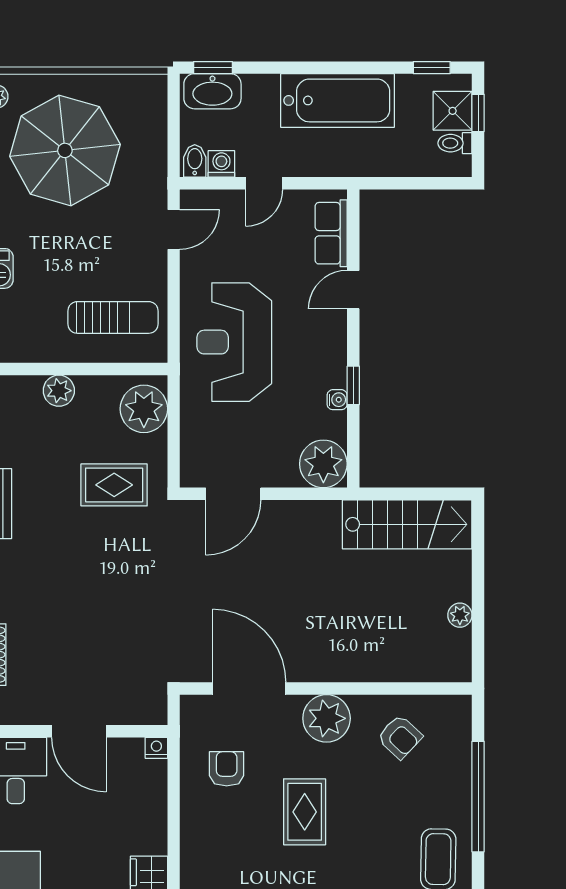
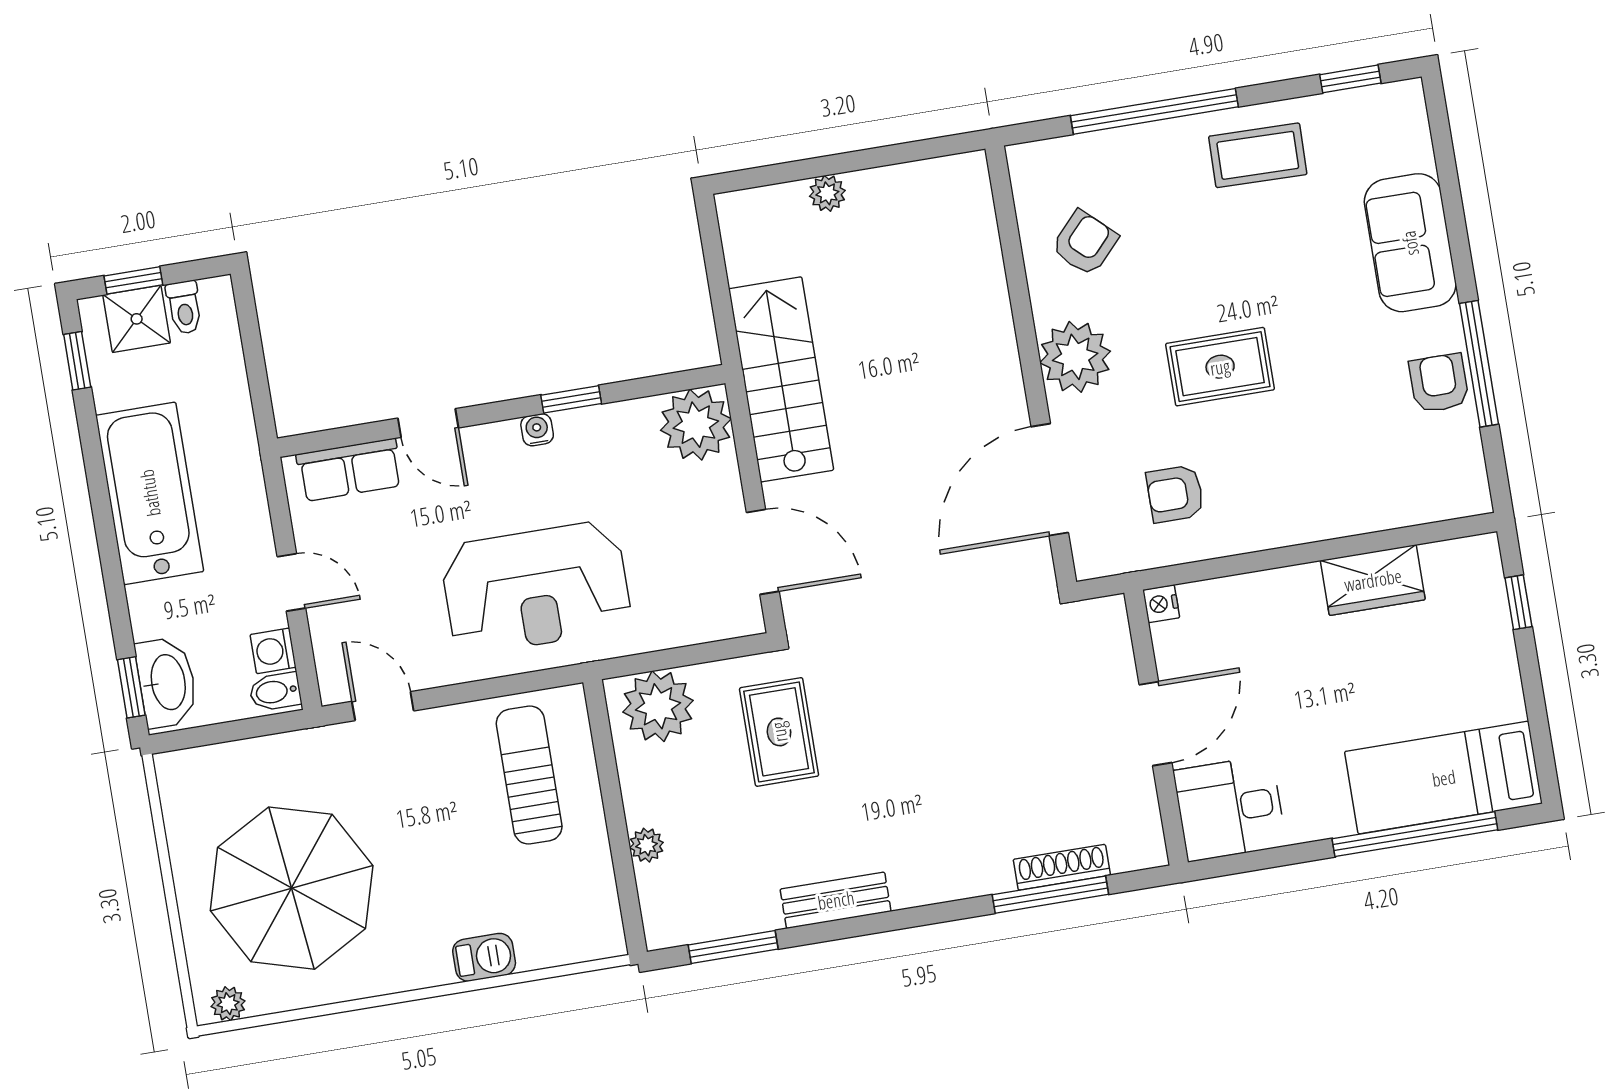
plant: (59, 391) -> (647, 845), width x0.73, depth x0.73
water cooler: (337, 400) -> (537, 430), moved
stairs: (407, 524) -> (781, 379), moved
plant: (460, 615) -> (827, 193), moved

